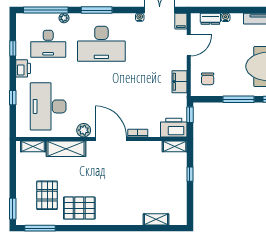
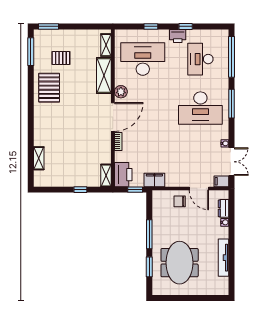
plant: (64, 18) -> (224, 74), removed
desk: (101, 44) -> (200, 108), turned -90
window: (13, 48) -> (186, 26), moved
chair: (208, 79) -> (180, 201), moved
filing cabinet: (179, 82) -> (154, 180), moved
pallet: (47, 195) -> (61, 58), width x0.67, depth x0.71

